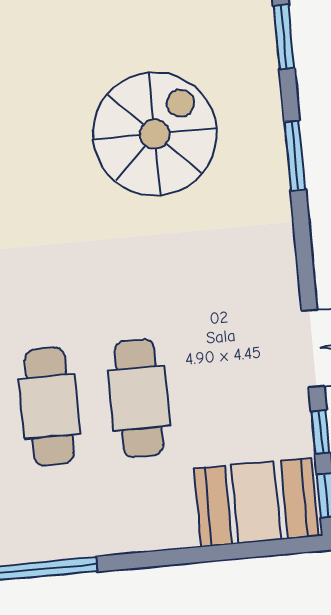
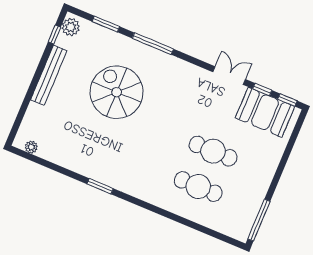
window: (295, 156) -> (153, 44), width x1.44
booth: (256, 502) -> (265, 112), moved, turned 90

